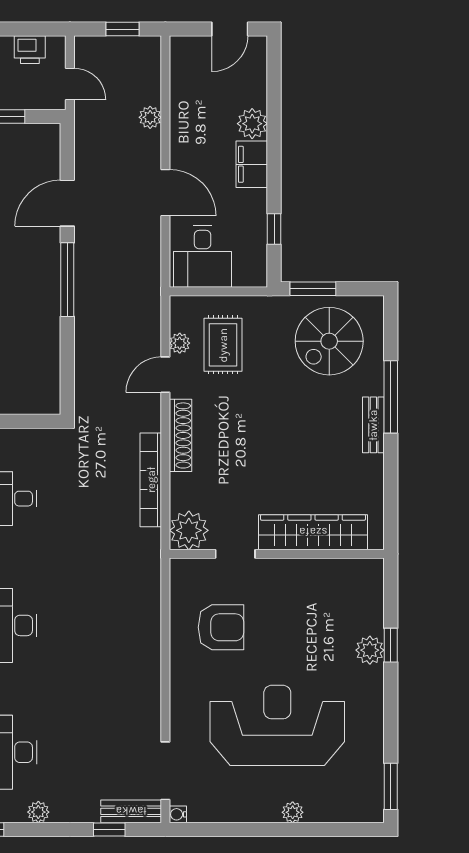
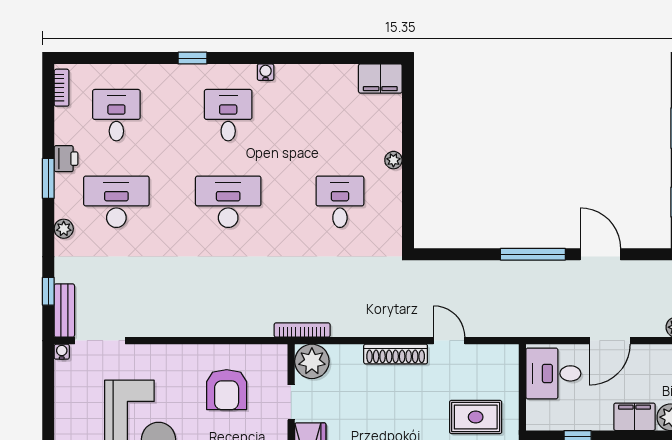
plant: (180, 343) -> (477, 353), removed
rug: (223, 345) -> (476, 417), moved
bookcase: (151, 480) -> (302, 330), moved, width x0.68, depth x0.76

